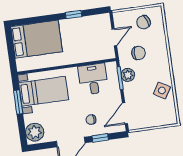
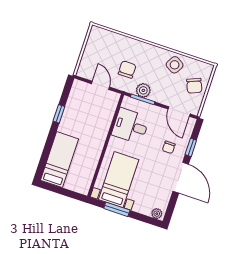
chair: (144, 22) -> (194, 86), moved
bed: (37, 39) -> (59, 160), width x0.67
plant: (35, 132) -> (157, 214), width x0.53, depth x0.53

